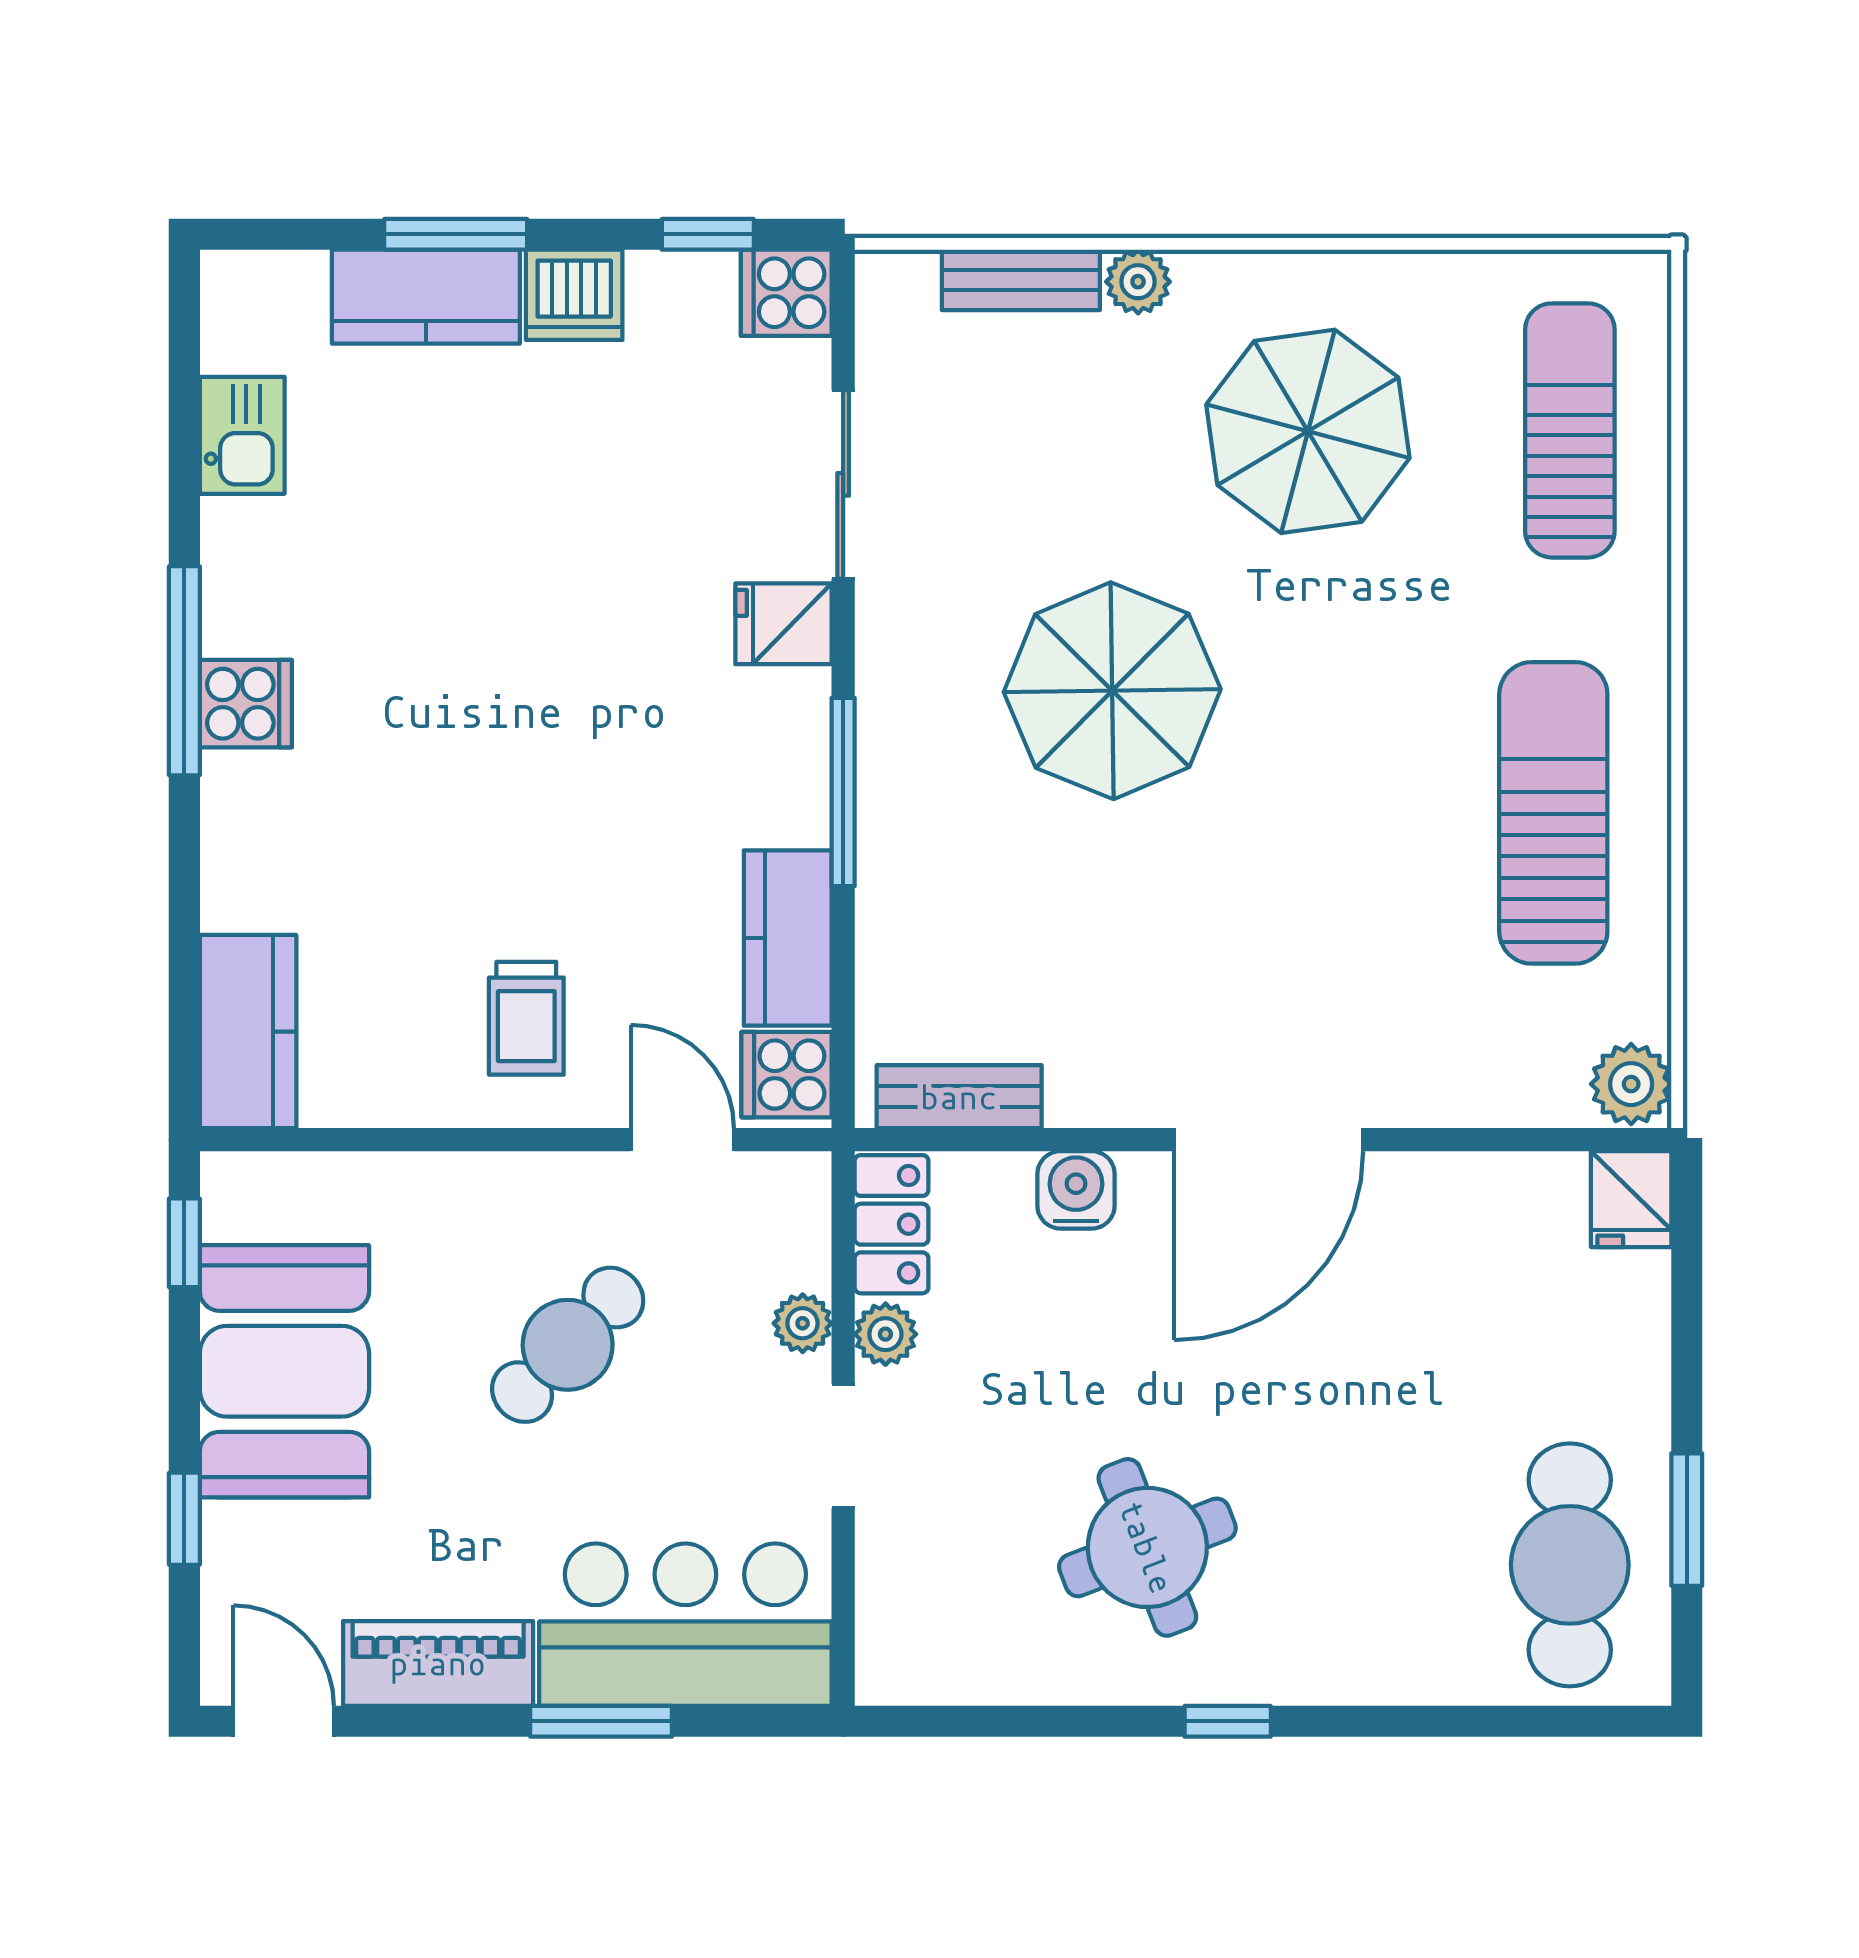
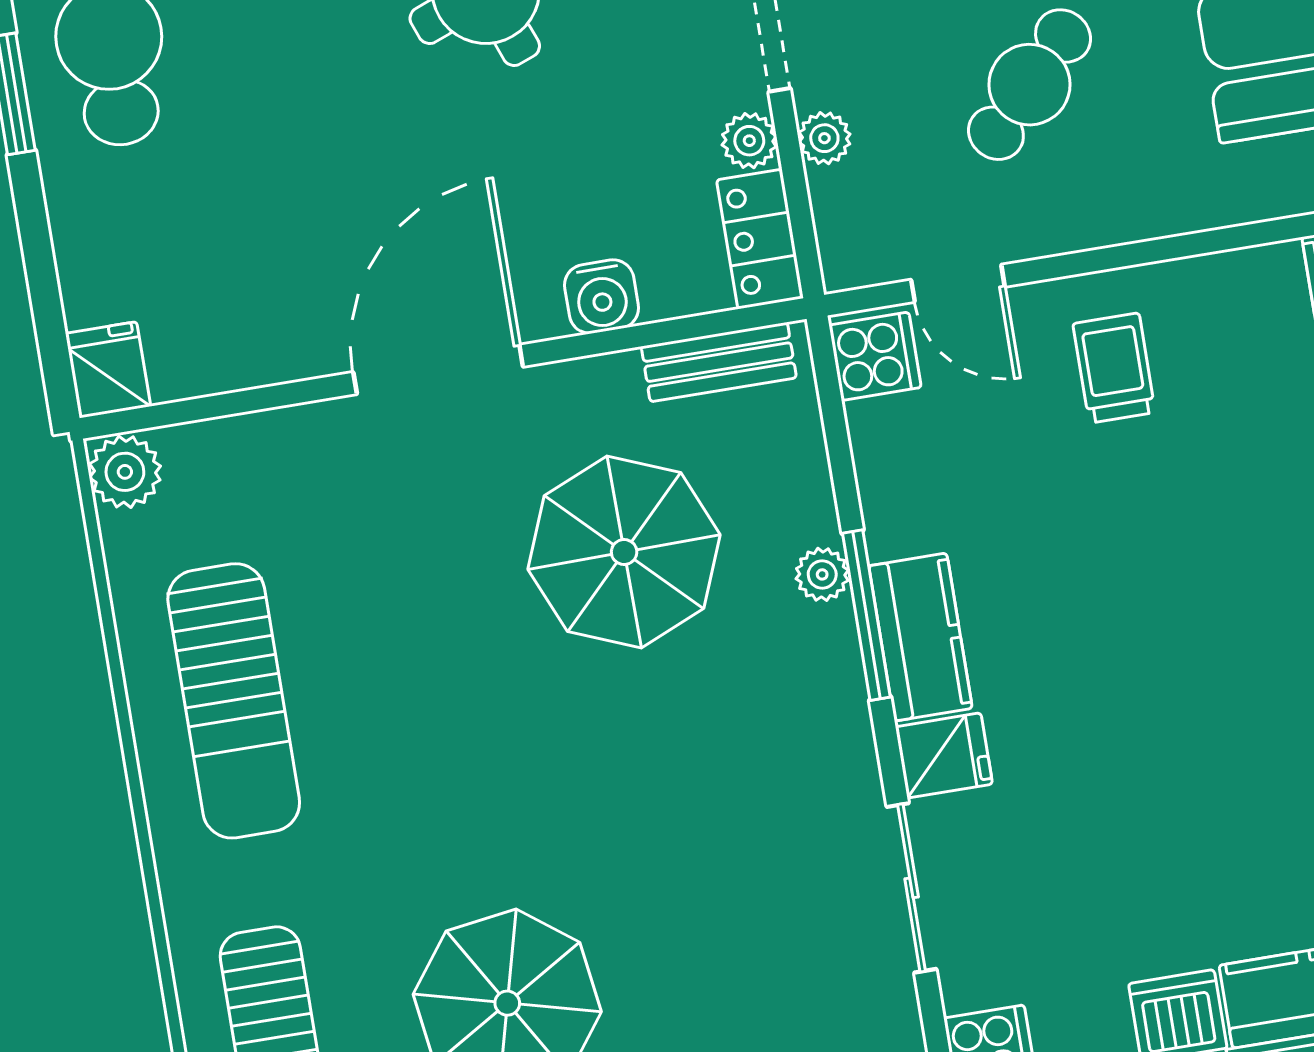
parasol: (1112, 691) -> (624, 552), moved
plant: (884, 845) -> (822, 574), added
kitchen counter: (788, 938) -> (921, 637), moved

